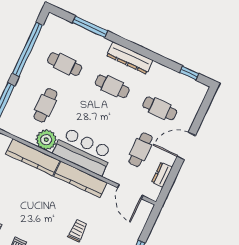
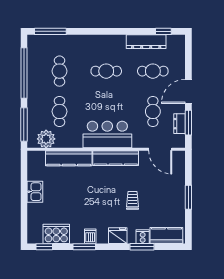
window: (90, 27) -> (50, 31), moved
dresser: (130, 58) -> (146, 42), moved
cafe table: (65, 64) -> (59, 71), turned 90
plant: (46, 140) -> (46, 139), moved
window: (171, 178) -> (188, 123), added

